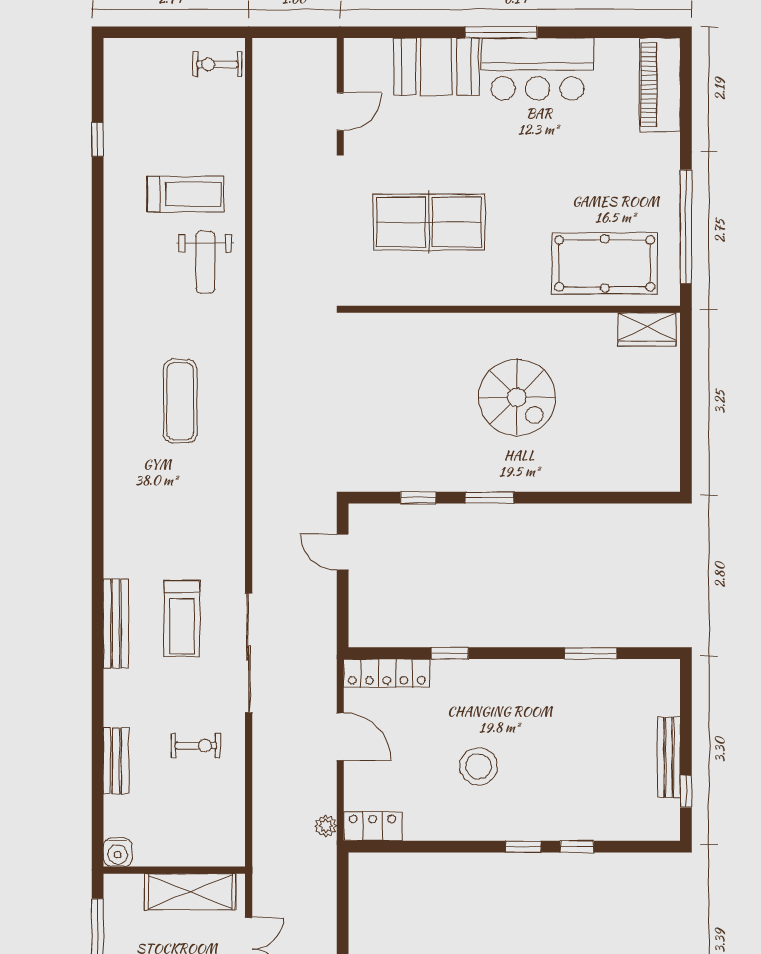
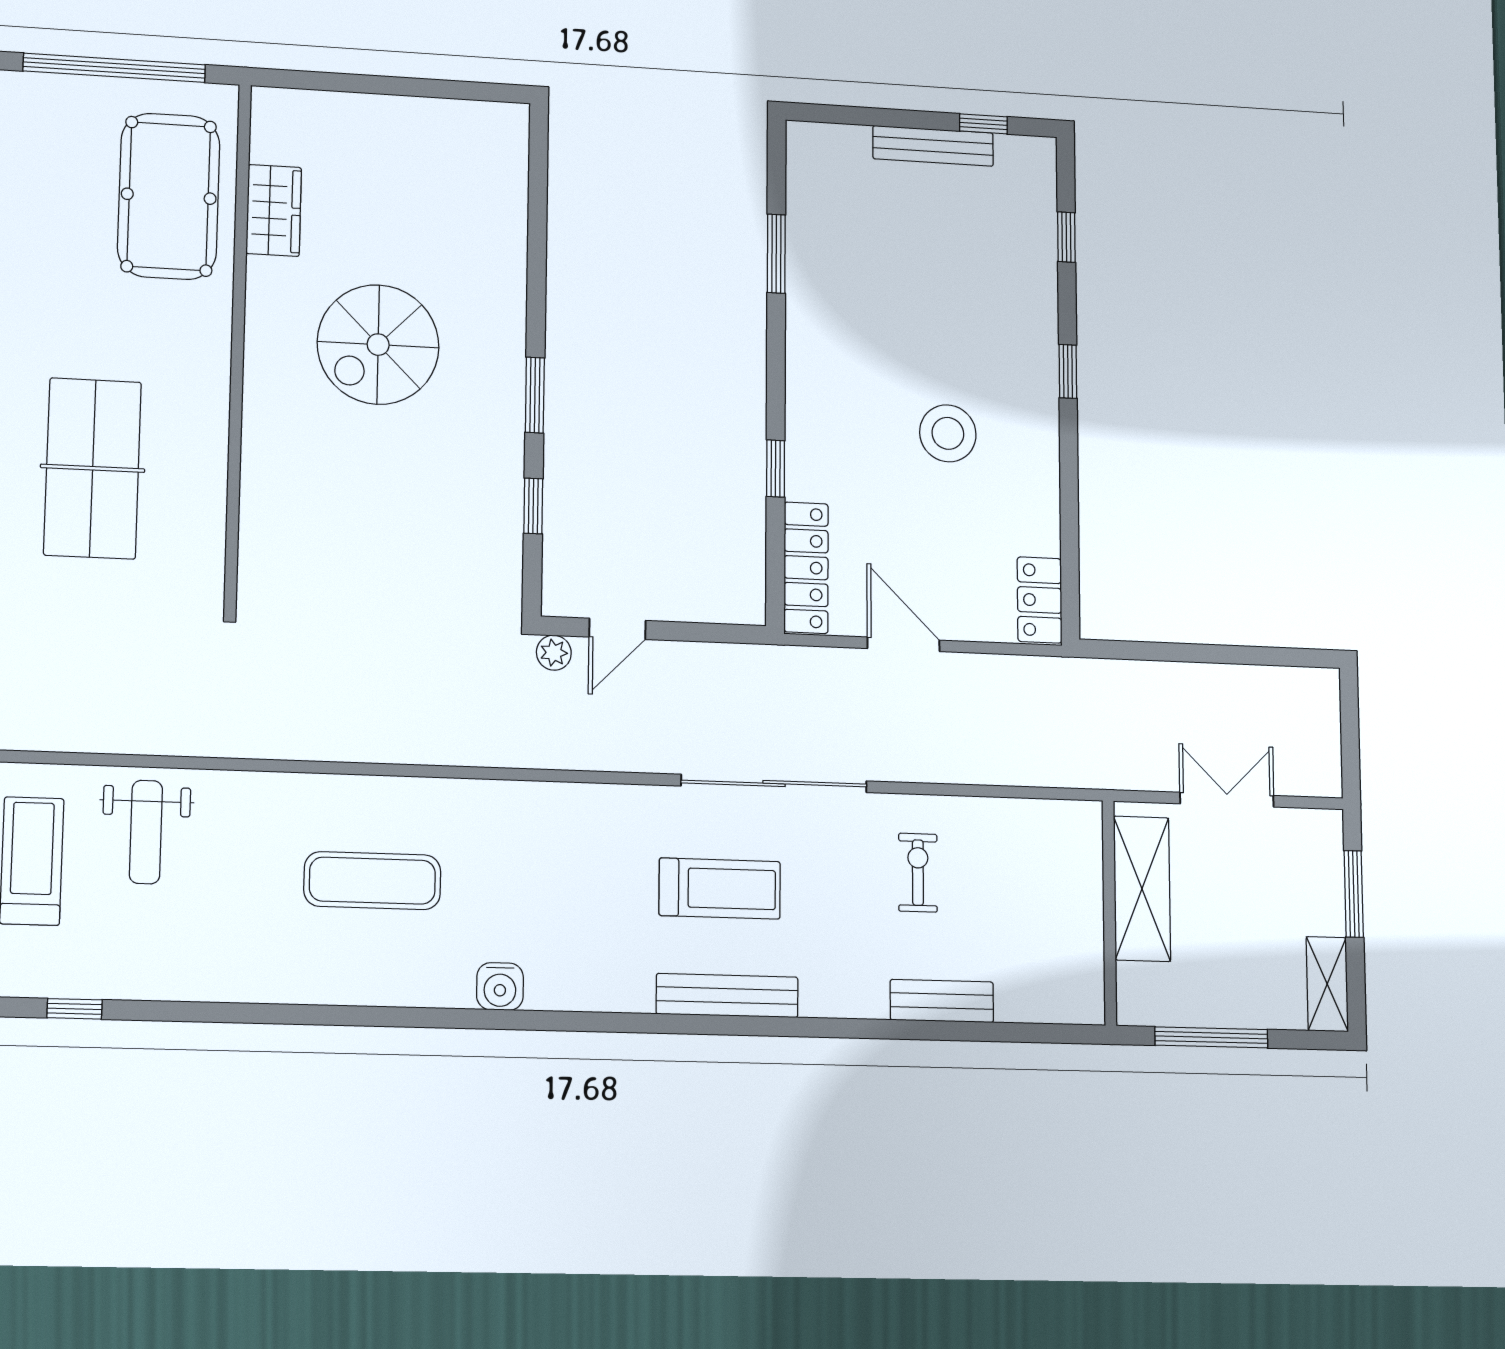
window: (98, 223) -> (75, 1009), added
weight bench: (205, 262) -> (146, 832), turned 90
wardrobe: (647, 329) -> (274, 210), moved
spiral stairs: (517, 397) -> (378, 345), turned 180
door: (340, 737) -> (903, 644), hinge flipped
plant: (326, 826) -> (554, 653), moved
window: (577, 847) -> (1066, 237), moved
water cooler: (118, 852) -> (500, 986), moved, turned 90

